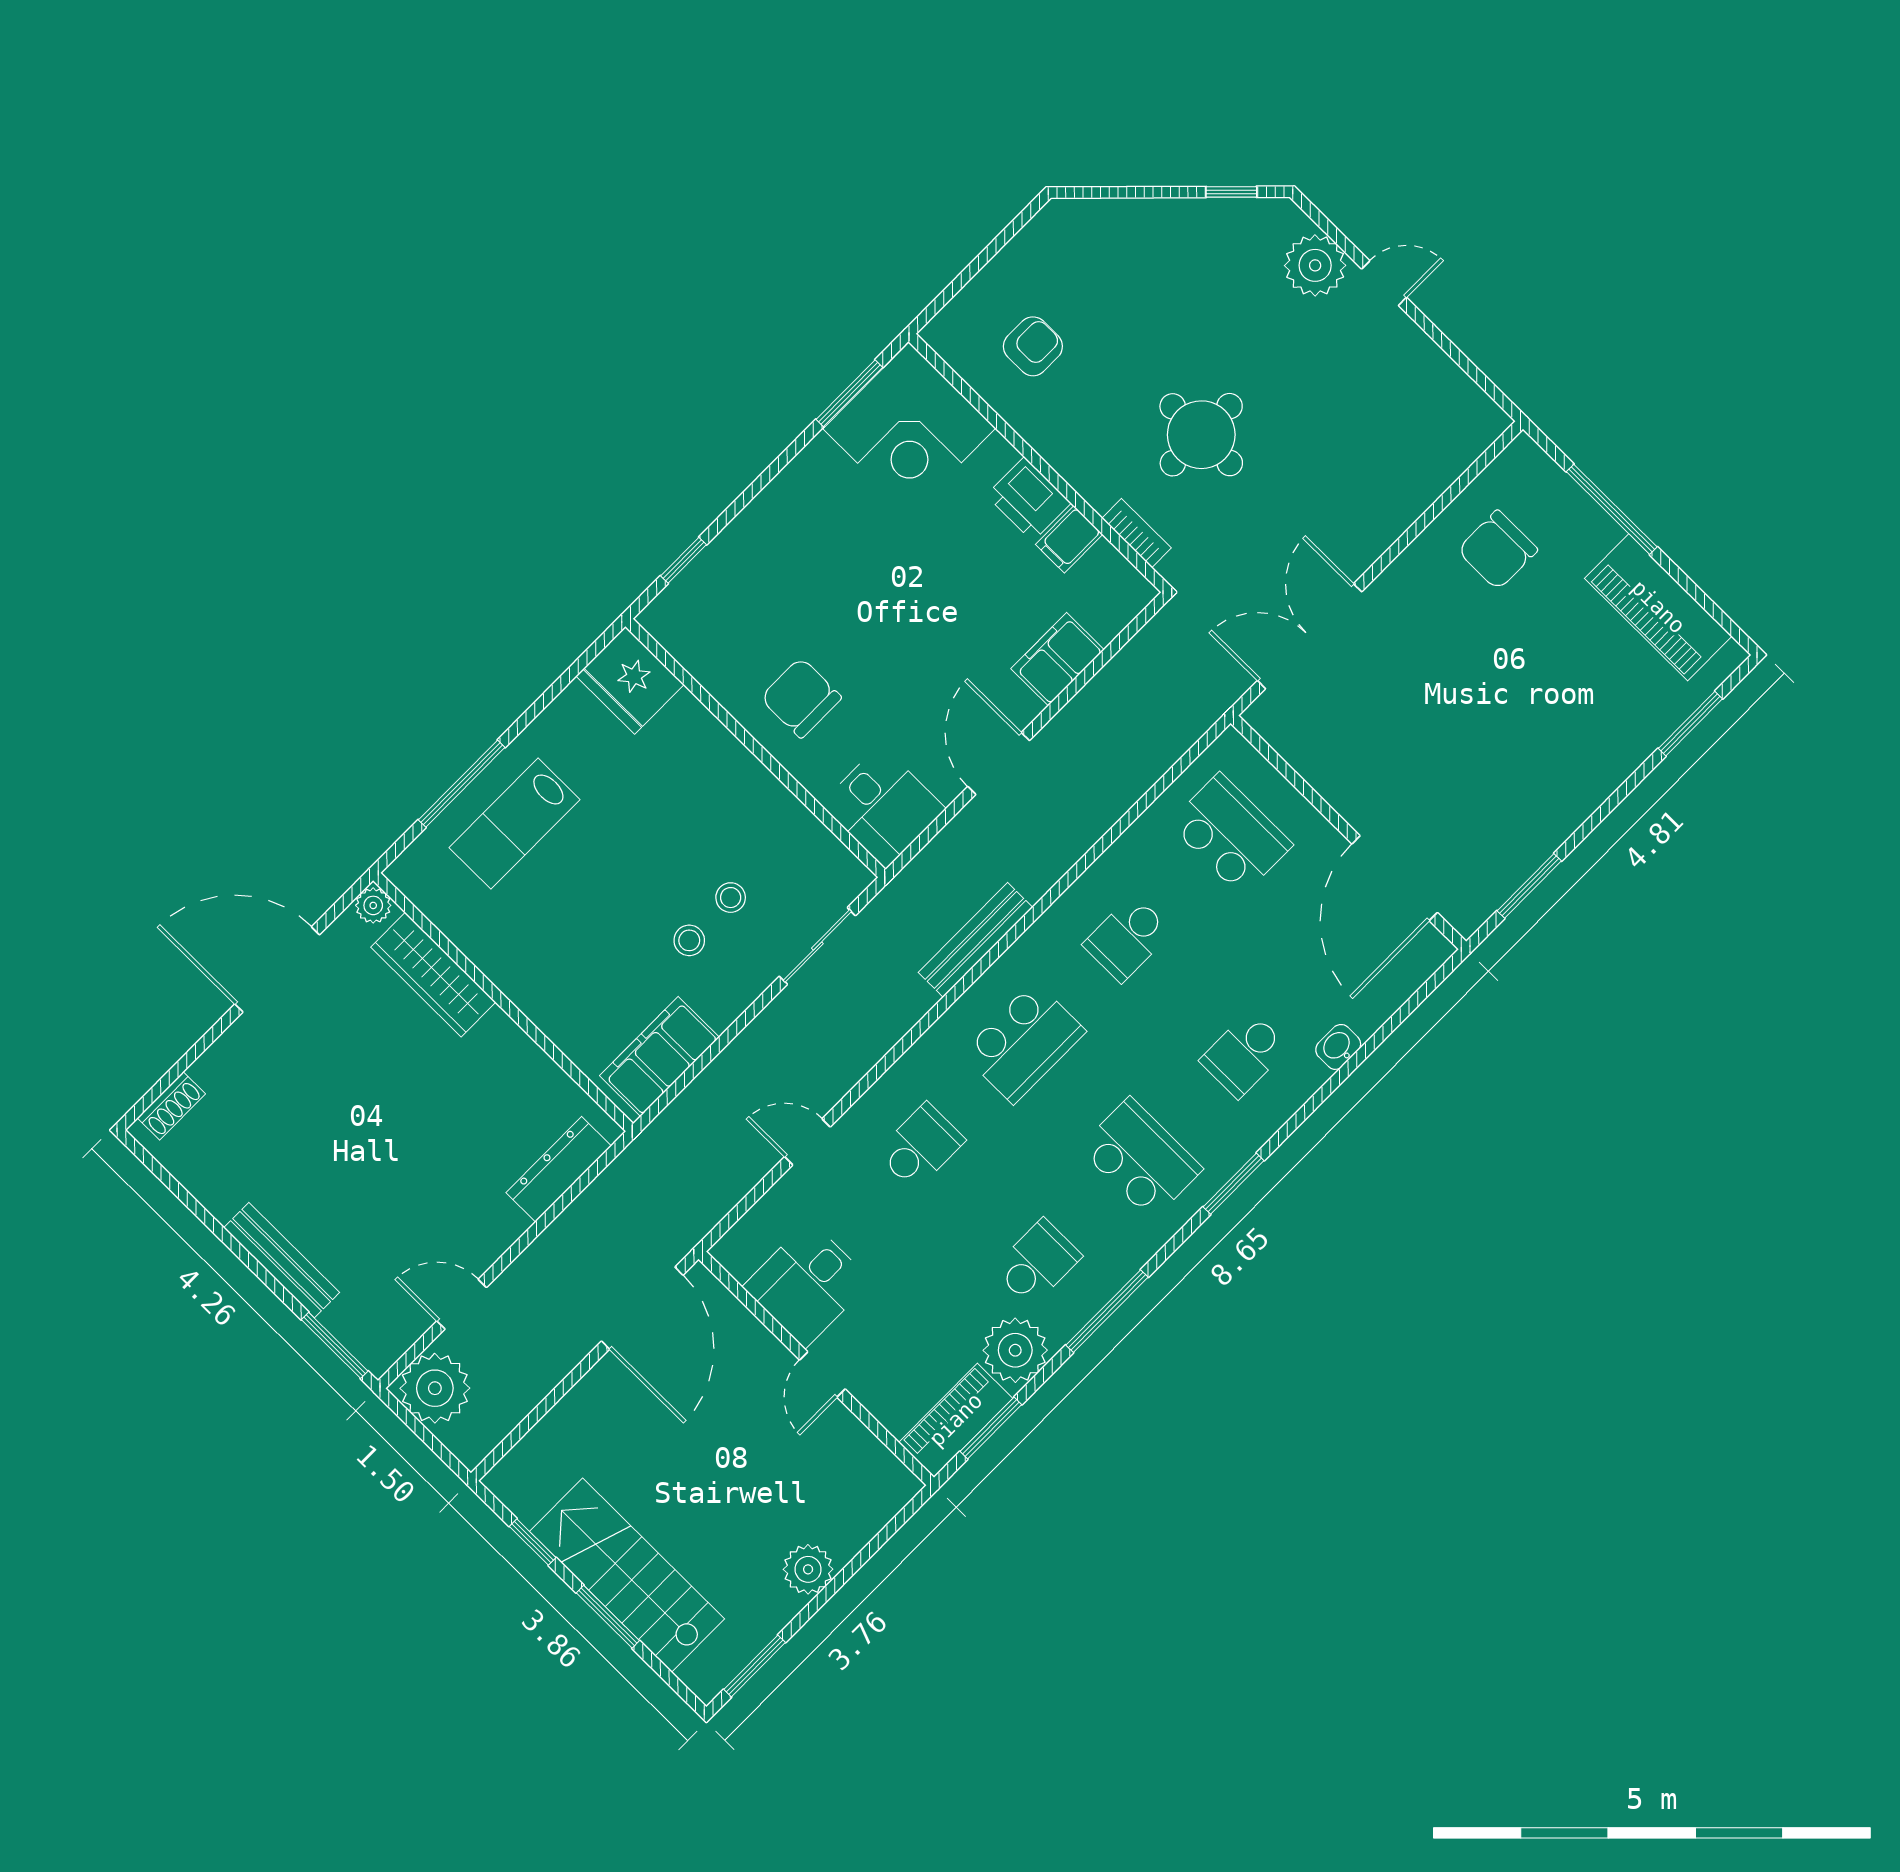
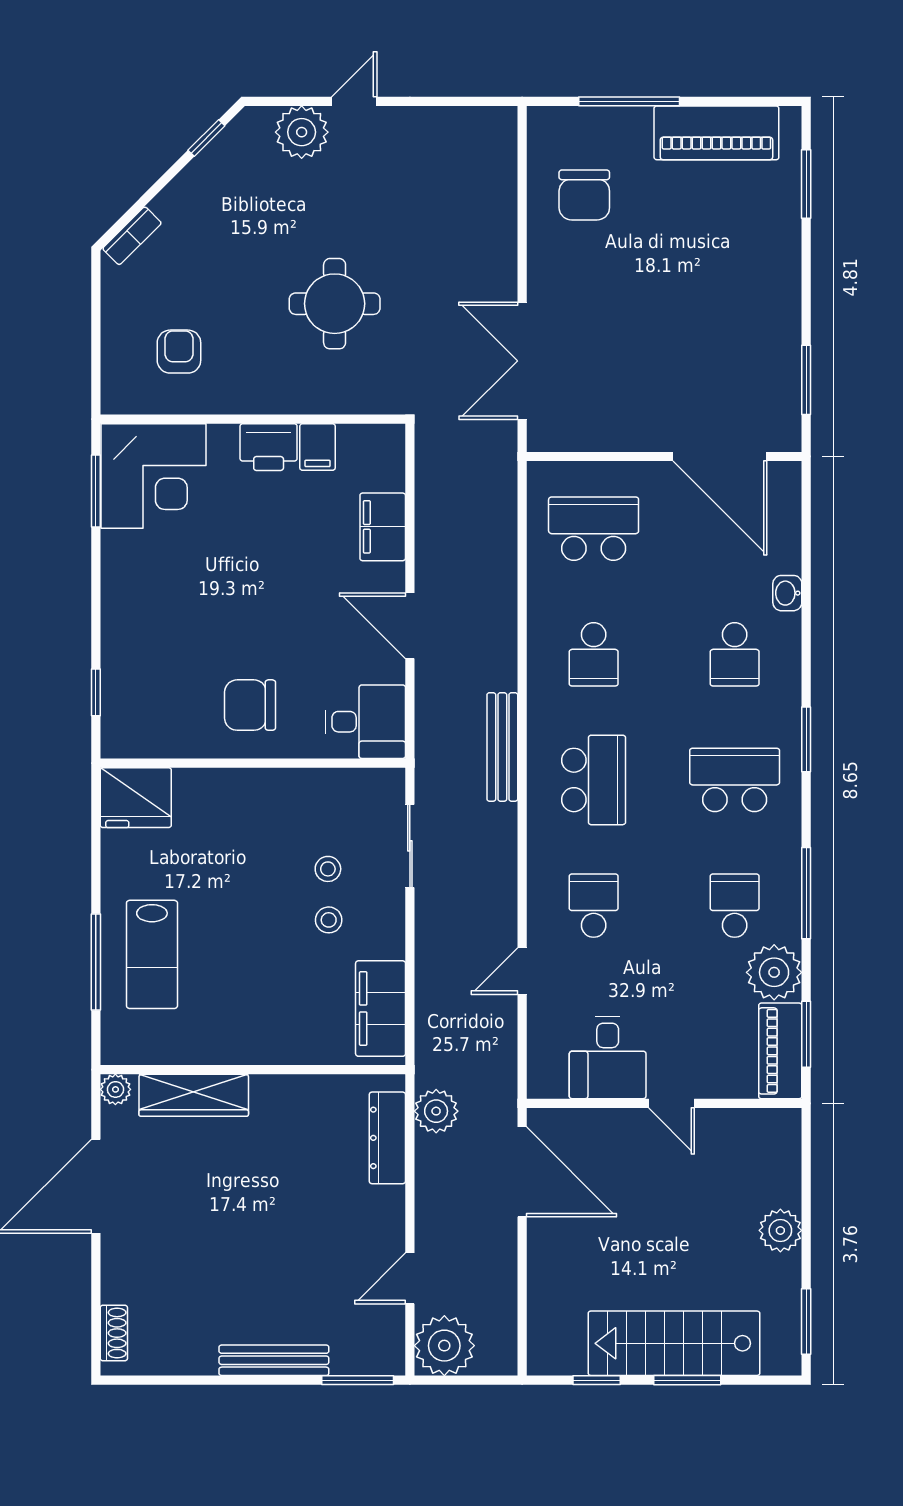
bookcase: (1136, 533) -> (132, 236), moved, turned 135
plant: (621, 1187) -> (436, 1111), added

